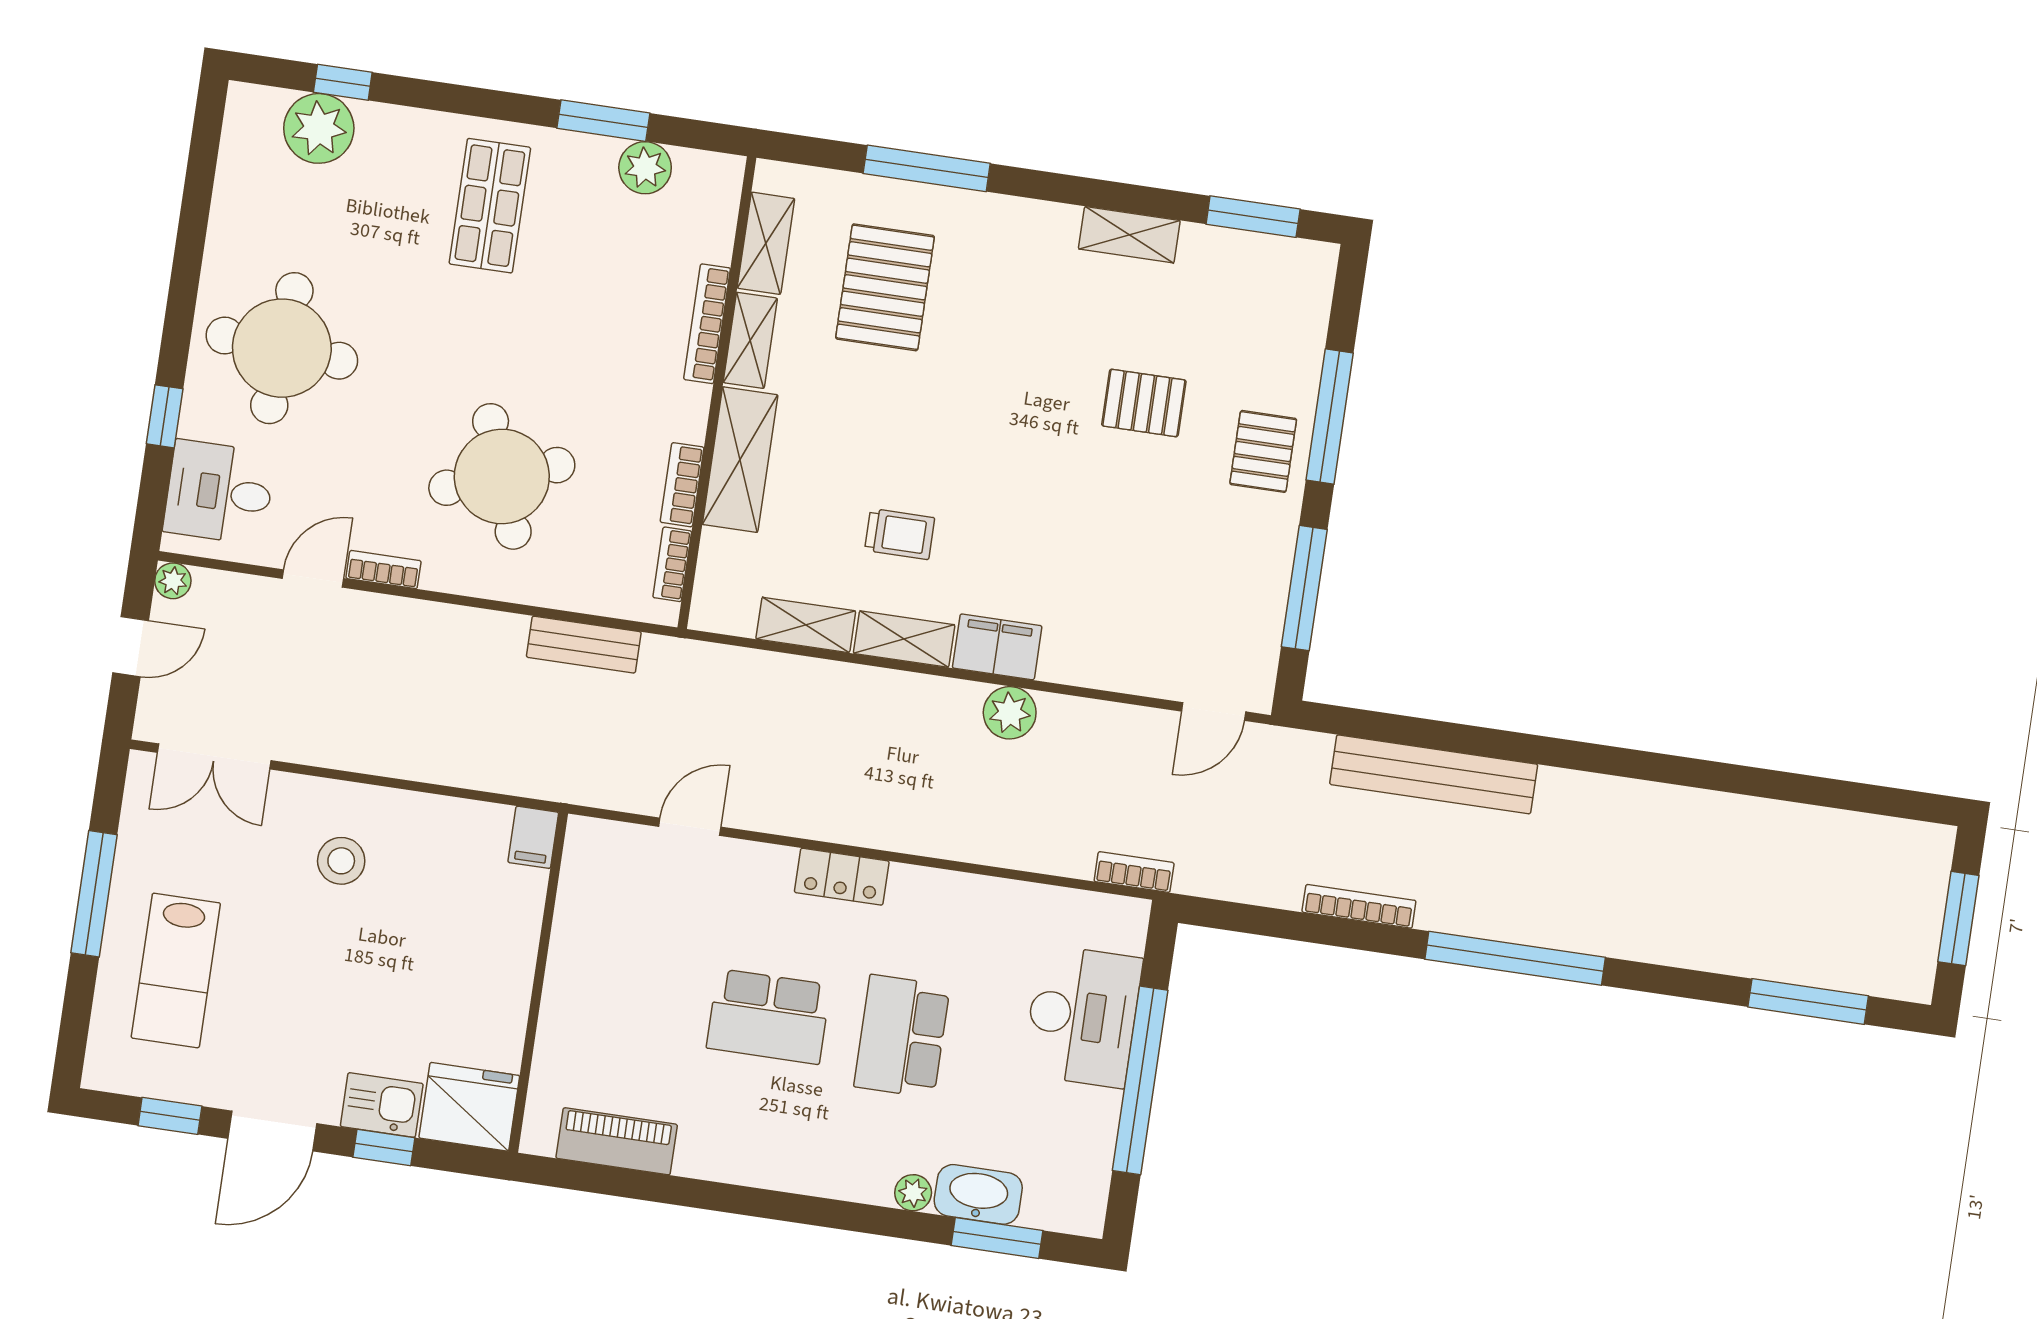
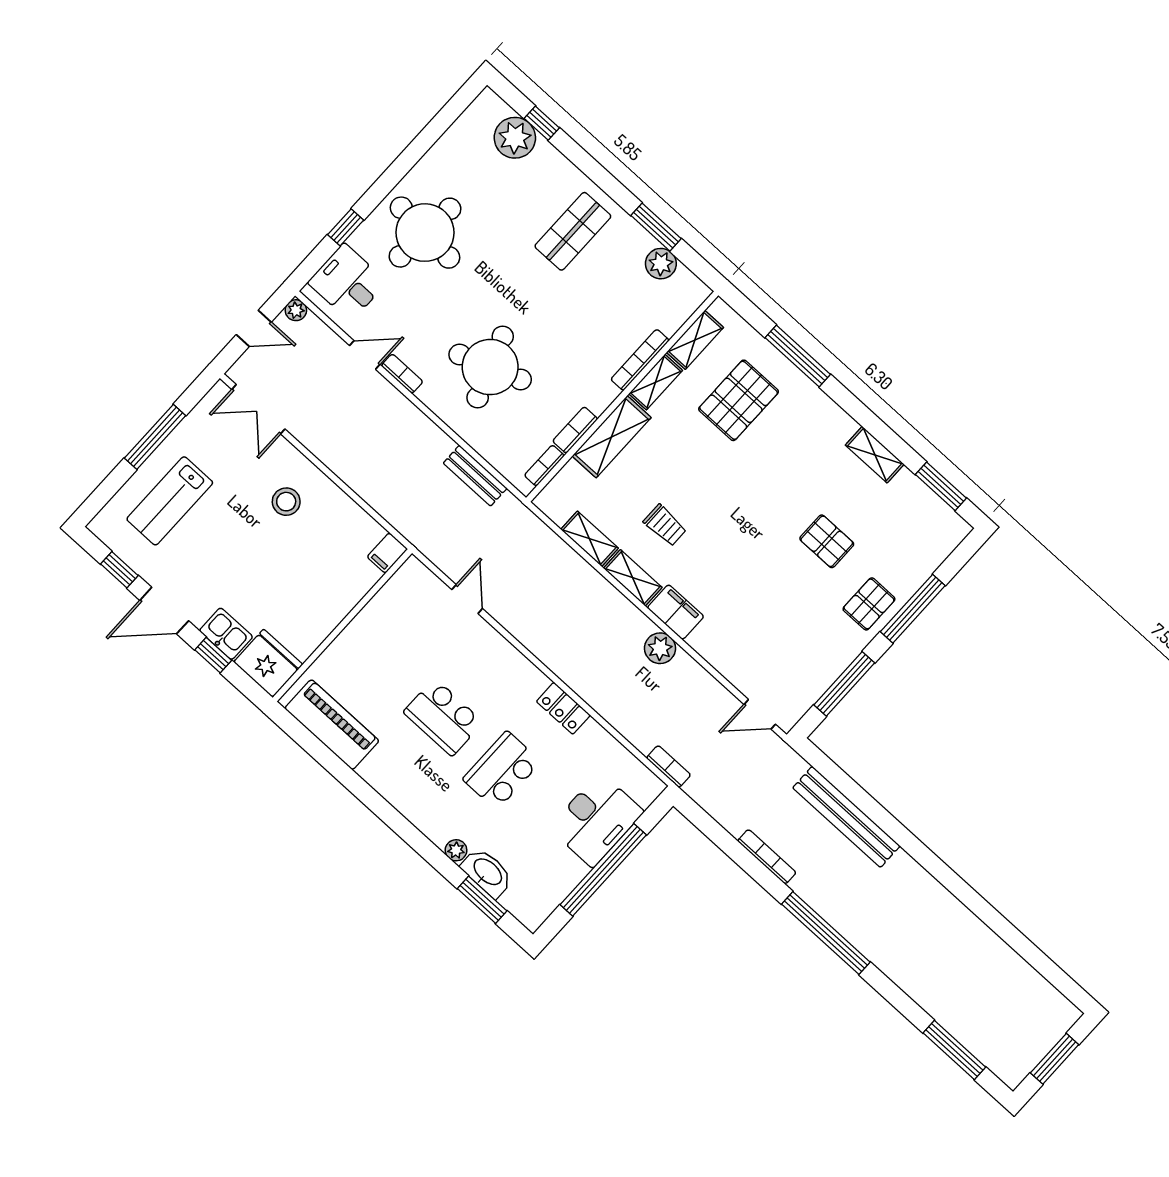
door: (690, 827) -> (467, 599), hinge flipped
locker: (842, 877) -> (563, 708), moved
piano: (617, 1141) -> (332, 725), width x1.37, depth x1.33

